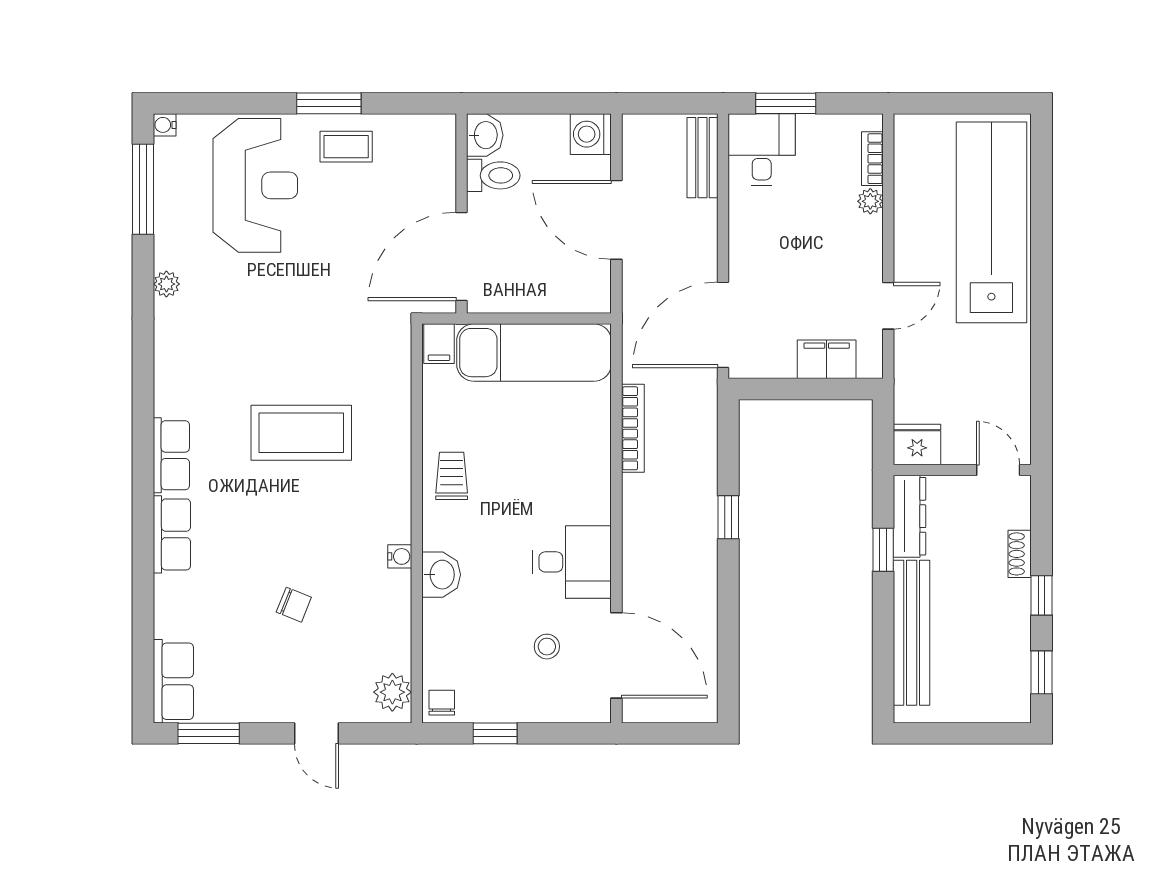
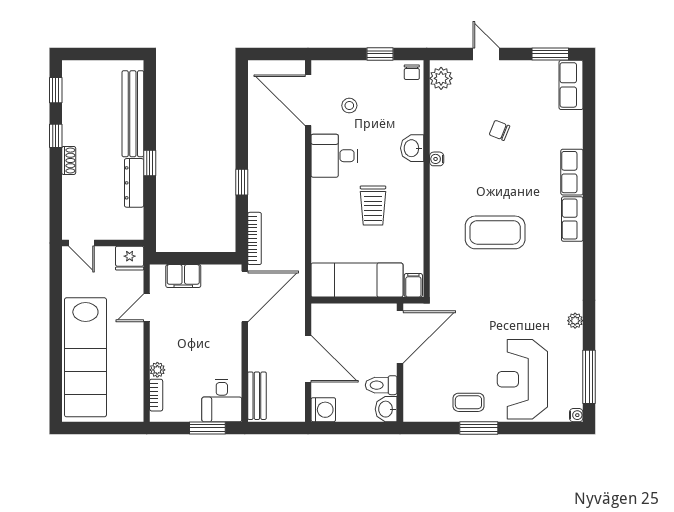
bookcase: (633, 428) -> (255, 238), moved, turned 180
fridge: (917, 445) -> (130, 258), moved
wall: (962, 470) -> (103, 243), moved
door: (998, 470) -> (82, 243), moved
trolley: (452, 476) -> (373, 206), moved, width x1.36, depth x1.39

